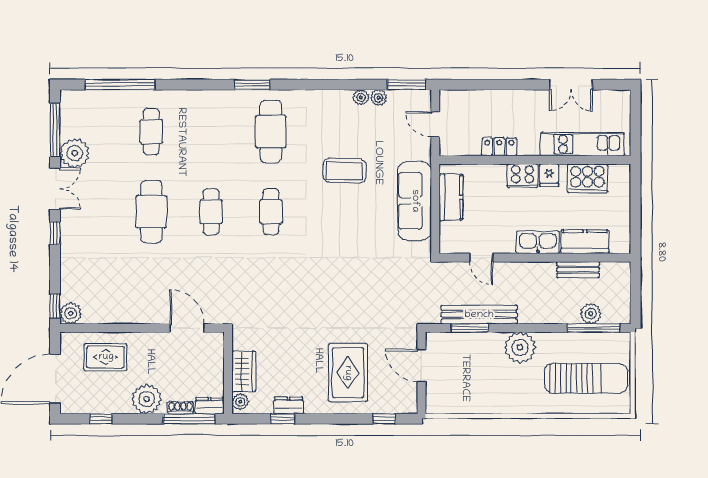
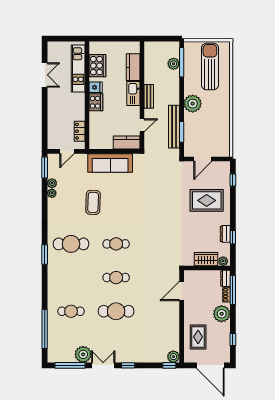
locker: (499, 147) -> (80, 131), moved
kitchen counter: (451, 197) -> (127, 142), moved
bench: (578, 270) -> (149, 96), moved

